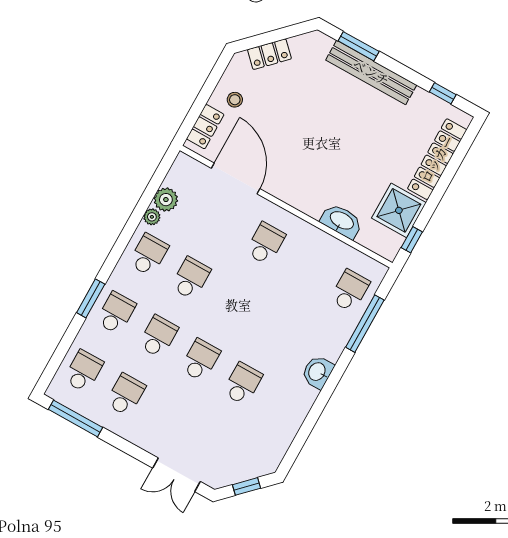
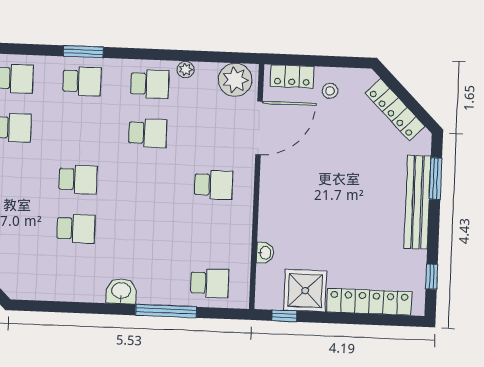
locker: (269, 54) -> (395, 110), width x1.53
plant: (166, 200) -> (235, 80), moved, width x1.36, depth x1.36
washbasin: (341, 221) -> (265, 253), width x0.52, depth x0.69
window: (365, 324) -> (166, 311), moved
school desk: (158, 336) -> (80, 130), removed

